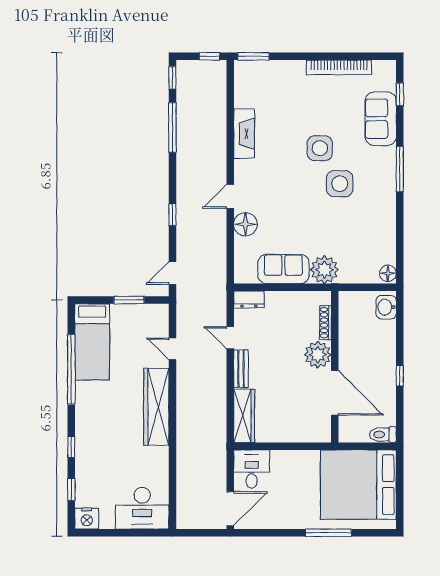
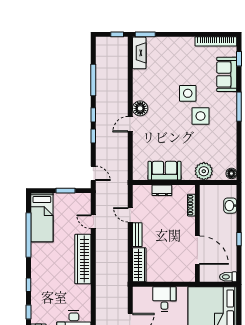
bookcase: (339, 67) -> (216, 41), moved
window: (172, 78) -> (93, 115), moved
fireplace: (244, 134) -> (139, 53), moved
floor lamp: (246, 224) -> (140, 108), moved
plant: (324, 270) -> (204, 171), moved
door: (172, 273) -> (93, 173), swing flipped
dresser: (249, 299) -> (162, 190), moved
washbasin: (386, 307) -> (230, 206), moved
plant: (318, 355) -> (186, 226), removed
desk: (252, 469) -> (164, 299), moved

